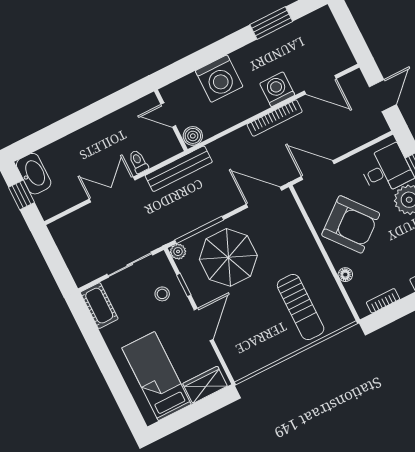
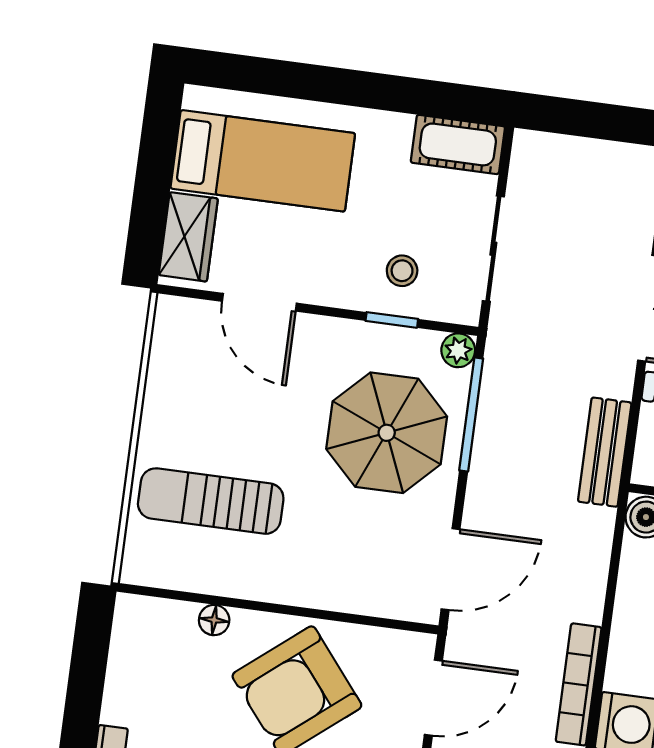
bench: (179, 169) -> (605, 452), width x0.73
bookcase: (383, 301) -> (122, 655), removed
door: (204, 325) -> (259, 302), moved

